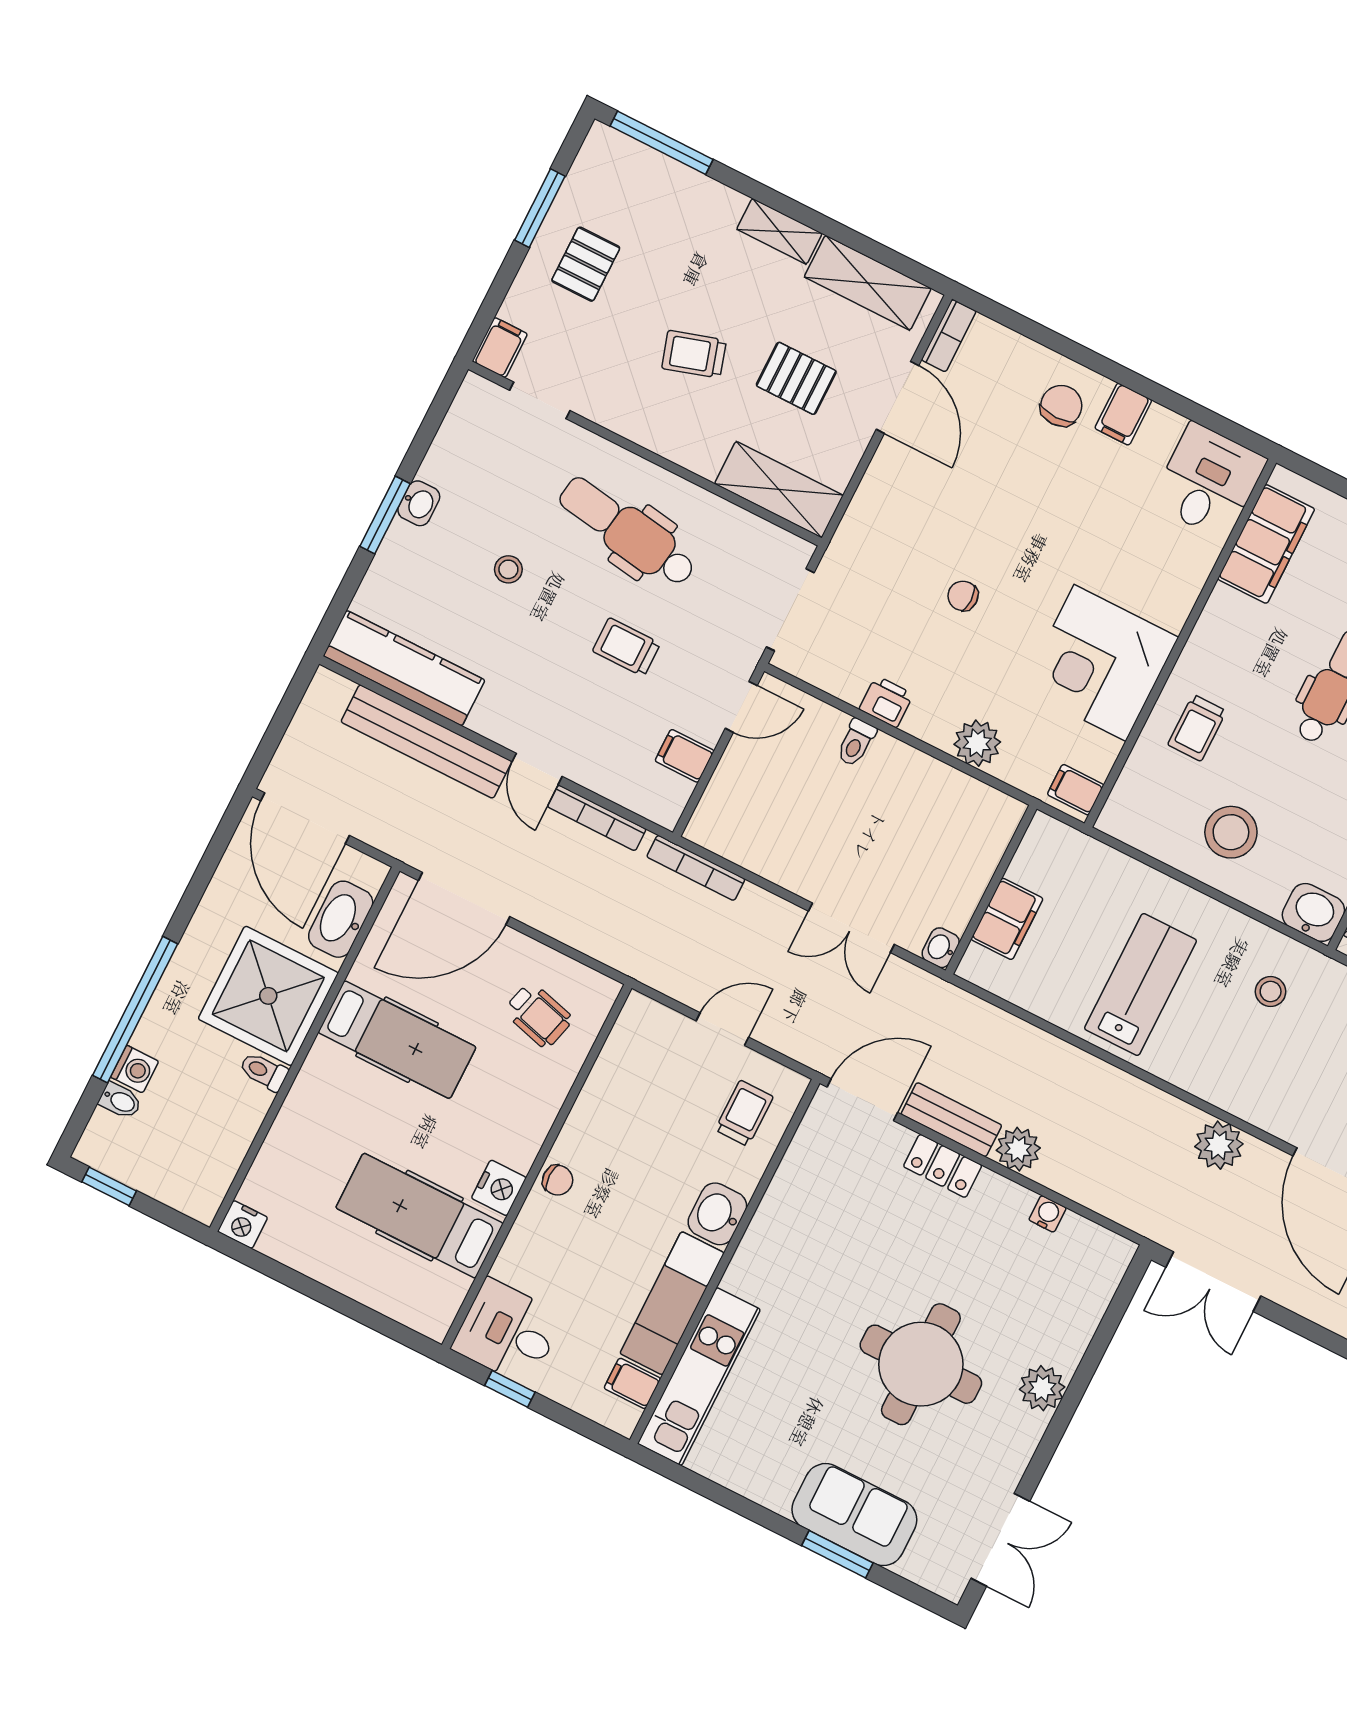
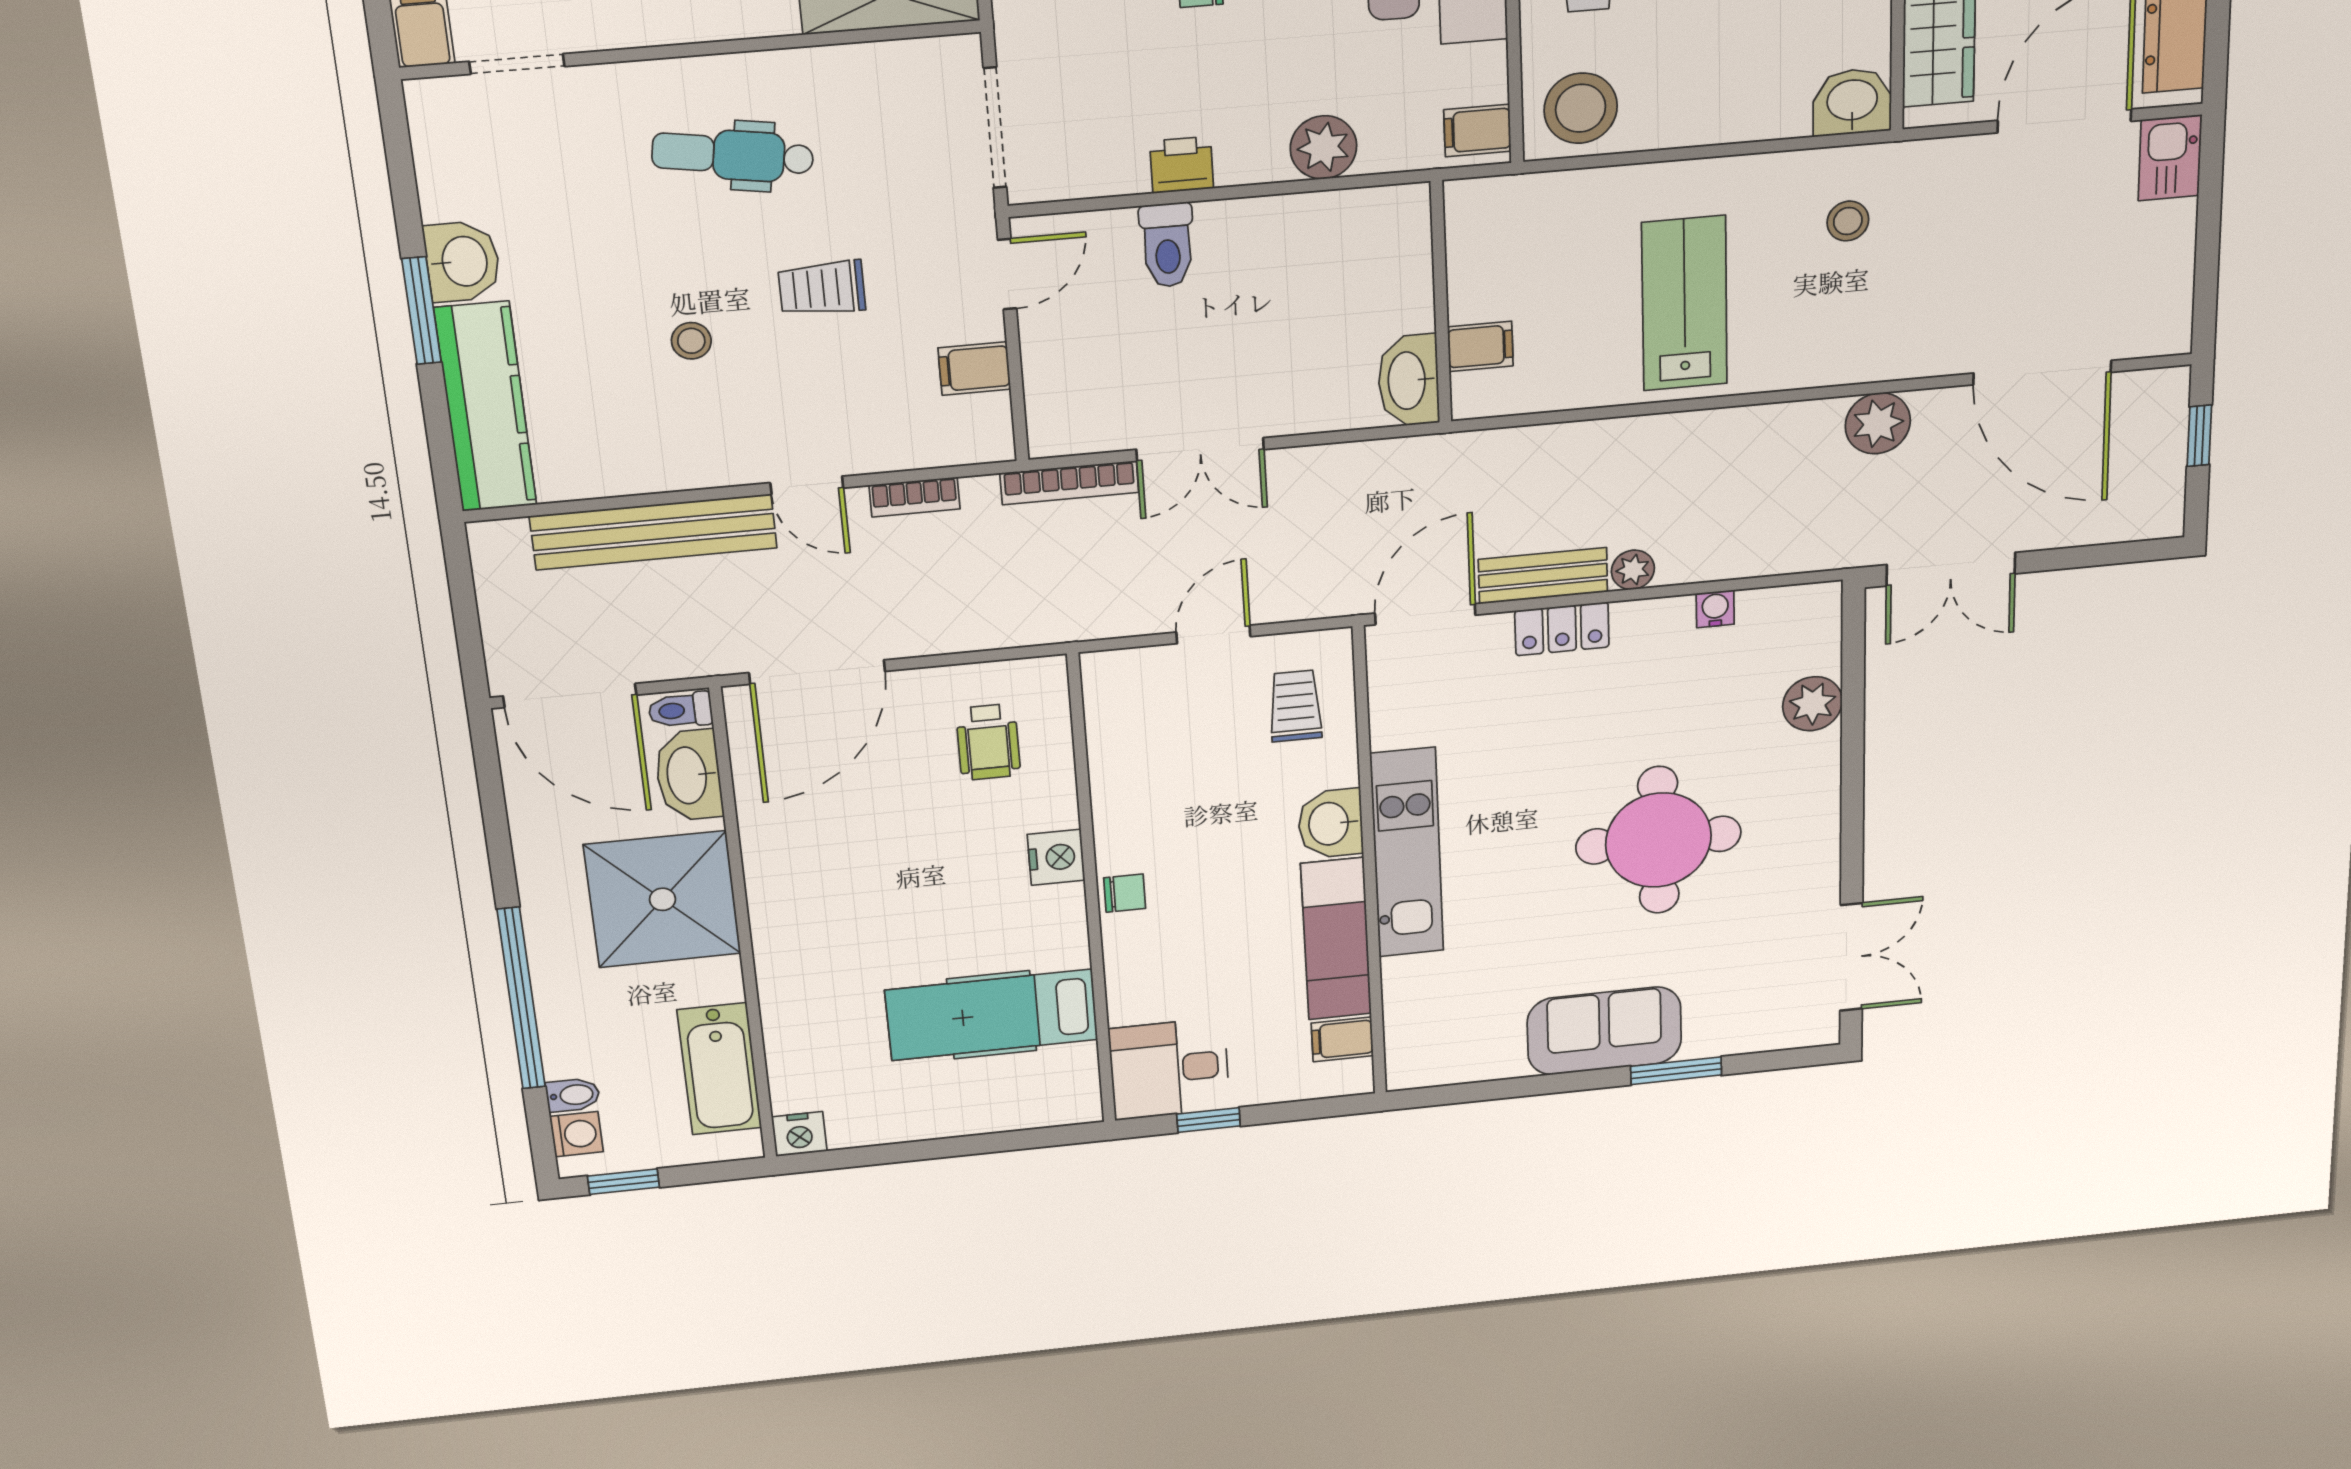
washbasin: (419, 503) -> (463, 261), width x1.38, depth x1.45
dental chair: (627, 532) -> (733, 155), width x0.73, depth x0.72
stool: (508, 569) -> (691, 341), moved
kitchen counter: (404, 668) -> (486, 407), moved, turned 90
toilet: (856, 743) -> (1167, 245), width x1.37, depth x1.39
bookcase: (597, 818) -> (915, 497), width x0.64
stool: (1231, 832) -> (1581, 108), moved
filing cabinet: (1007, 919) -> (1480, 346), width x0.50
double door: (851, 928) -> (1200, 449), moved
washbasin: (941, 948) -> (1408, 381), width x1.91, depth x1.45
wheelchair: (538, 1015) -> (988, 742), turned 75
hospital bed: (397, 1040) -> (842, 859), removed
washing machine: (135, 1069) -> (576, 1134), moved
toilet: (264, 1071) -> (680, 710), moved
bathtub: (224, 1142) -> (720, 1069), added
plant: (1018, 1149) -> (1633, 570), width x0.73, depth x0.73
nightstand: (499, 1188) -> (1056, 857), moved
kitchen unit: (699, 1377) -> (1407, 853), moved
plant: (1042, 1388) -> (1812, 704), moved
sofa: (854, 1515) -> (1604, 1031), moved

